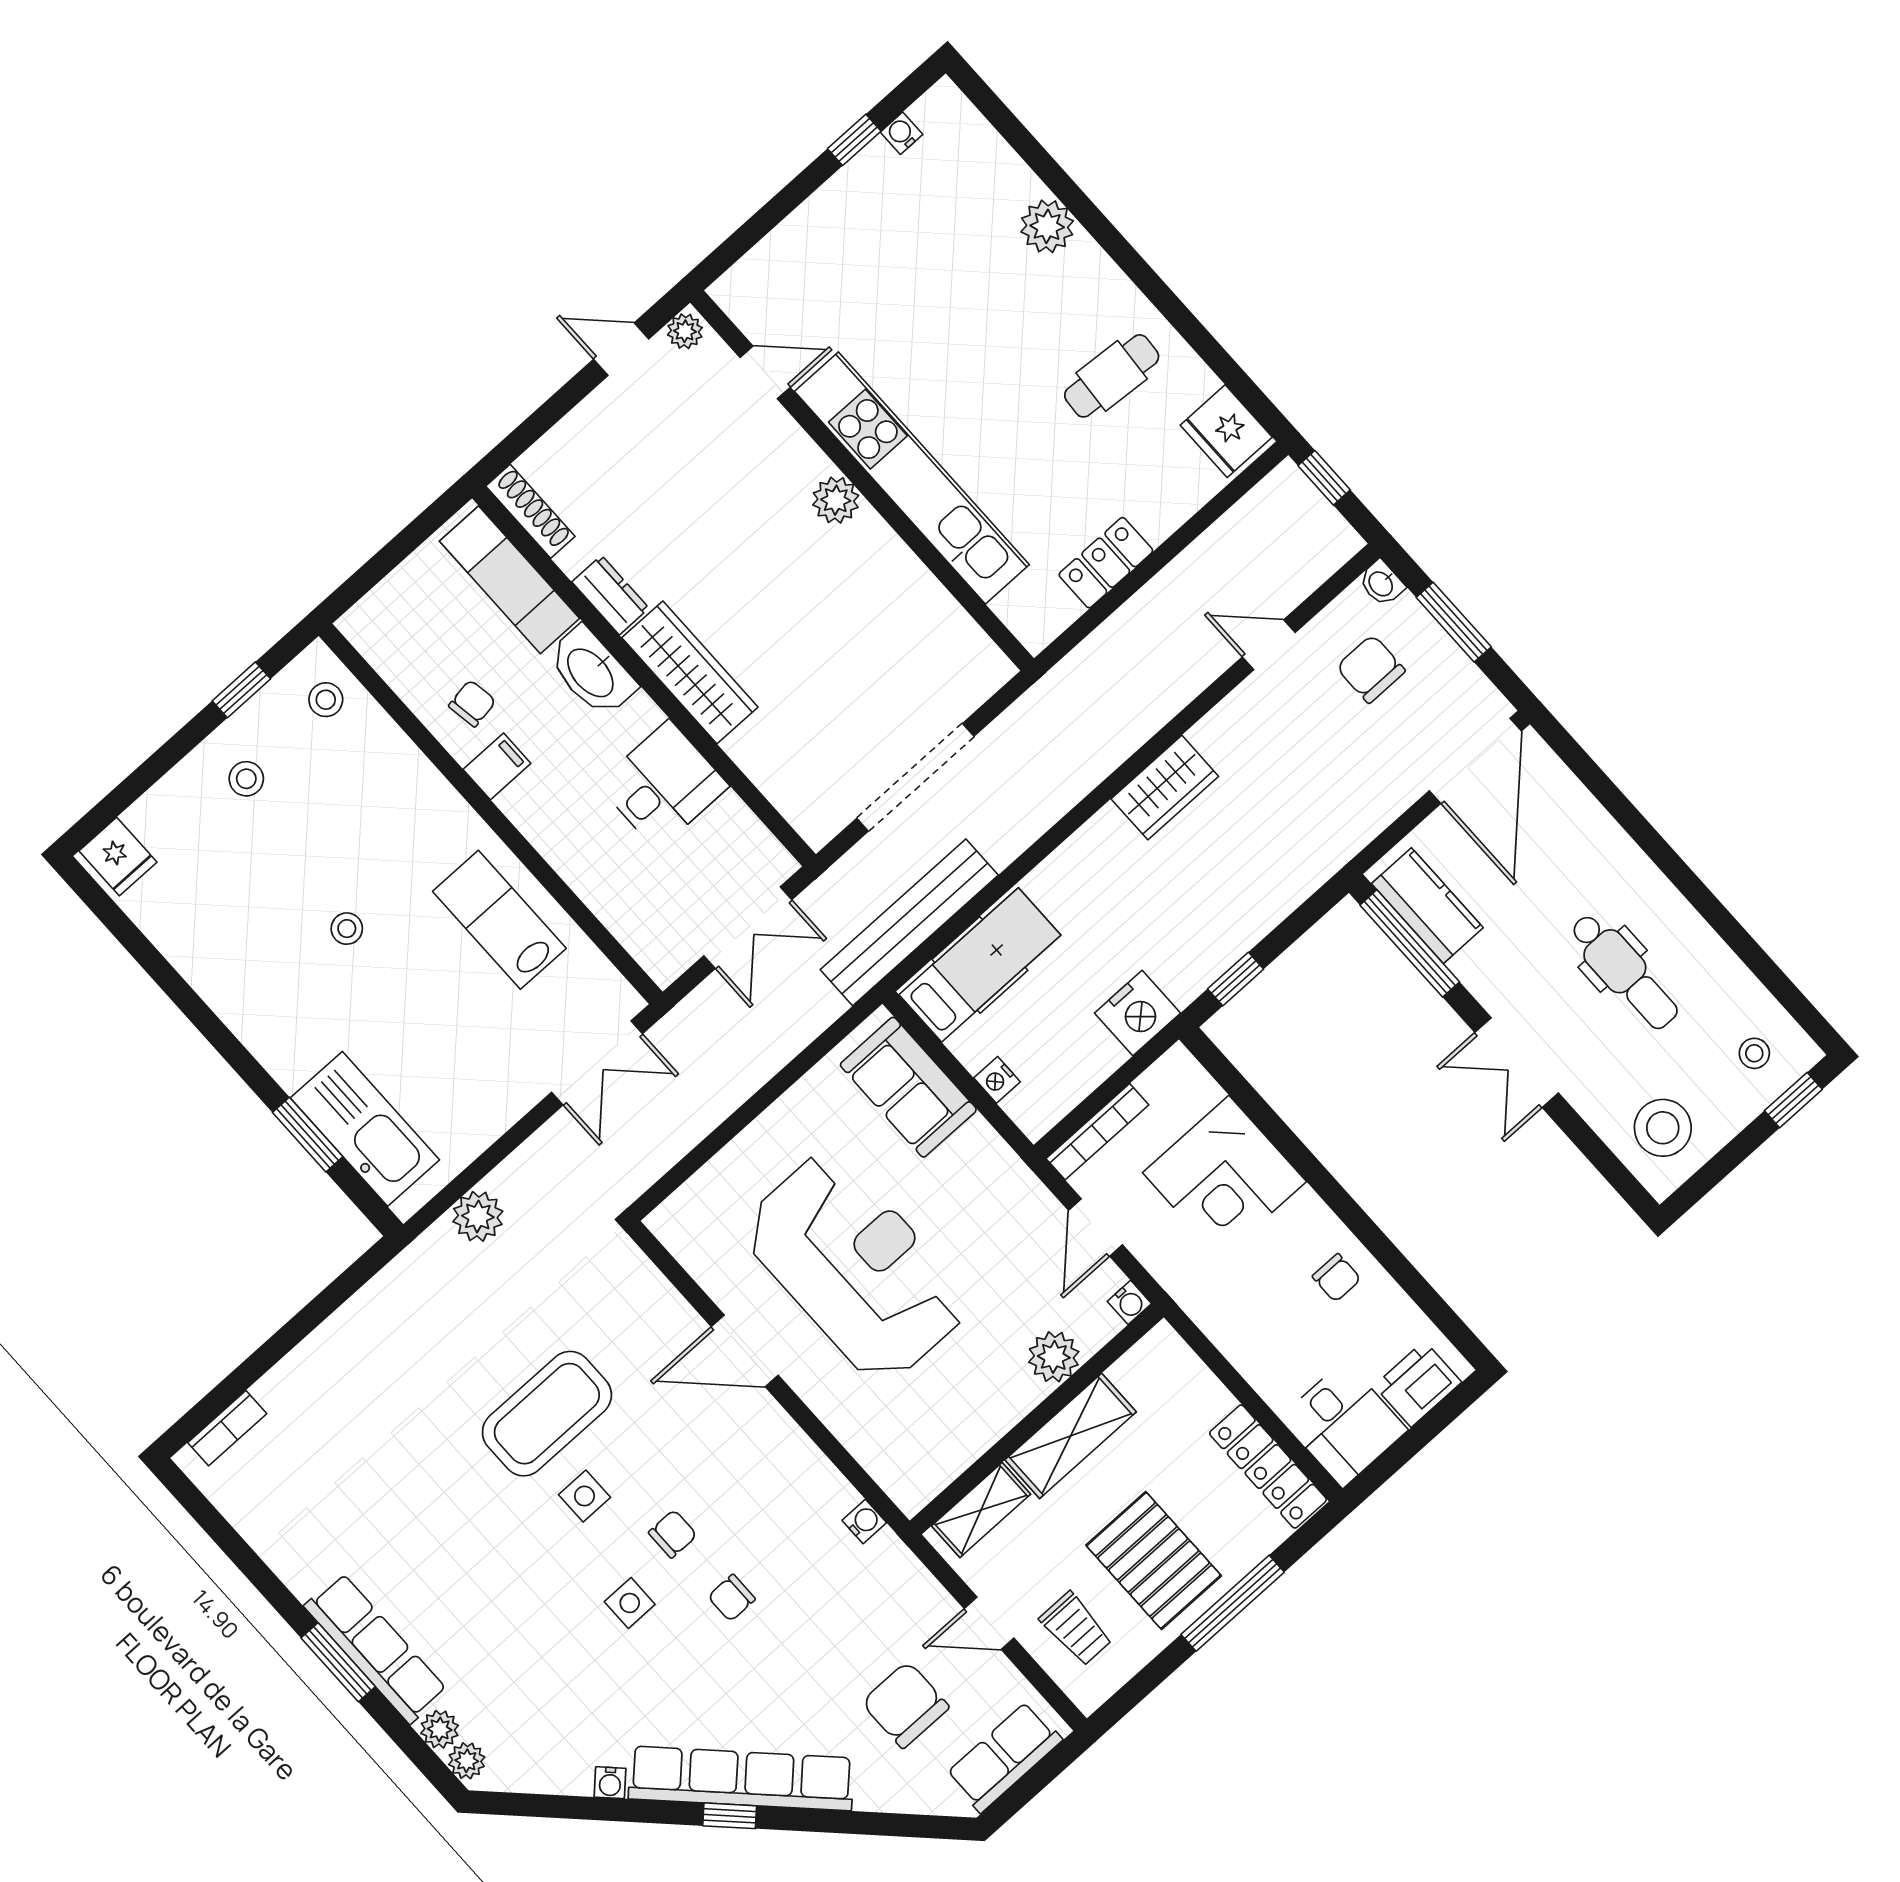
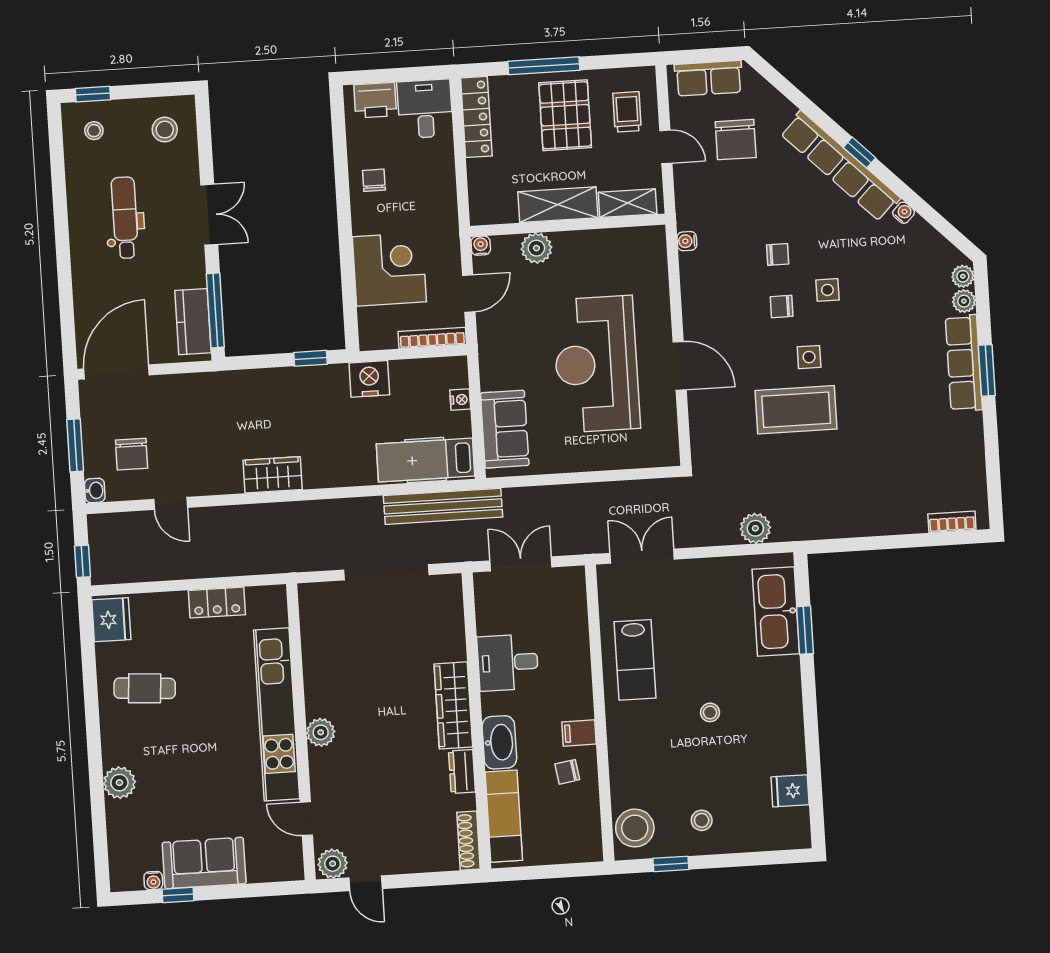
sofa: (853, 209) -> (204, 863), added
plant: (685, 331) -> (333, 864), width x1.38, depth x1.38
stool: (326, 700) -> (635, 828), width x1.89, depth x1.89
fridge: (118, 857) -> (790, 791), moved, turned -90
stool: (1663, 1128) -> (165, 130), width x0.73, depth x0.73

